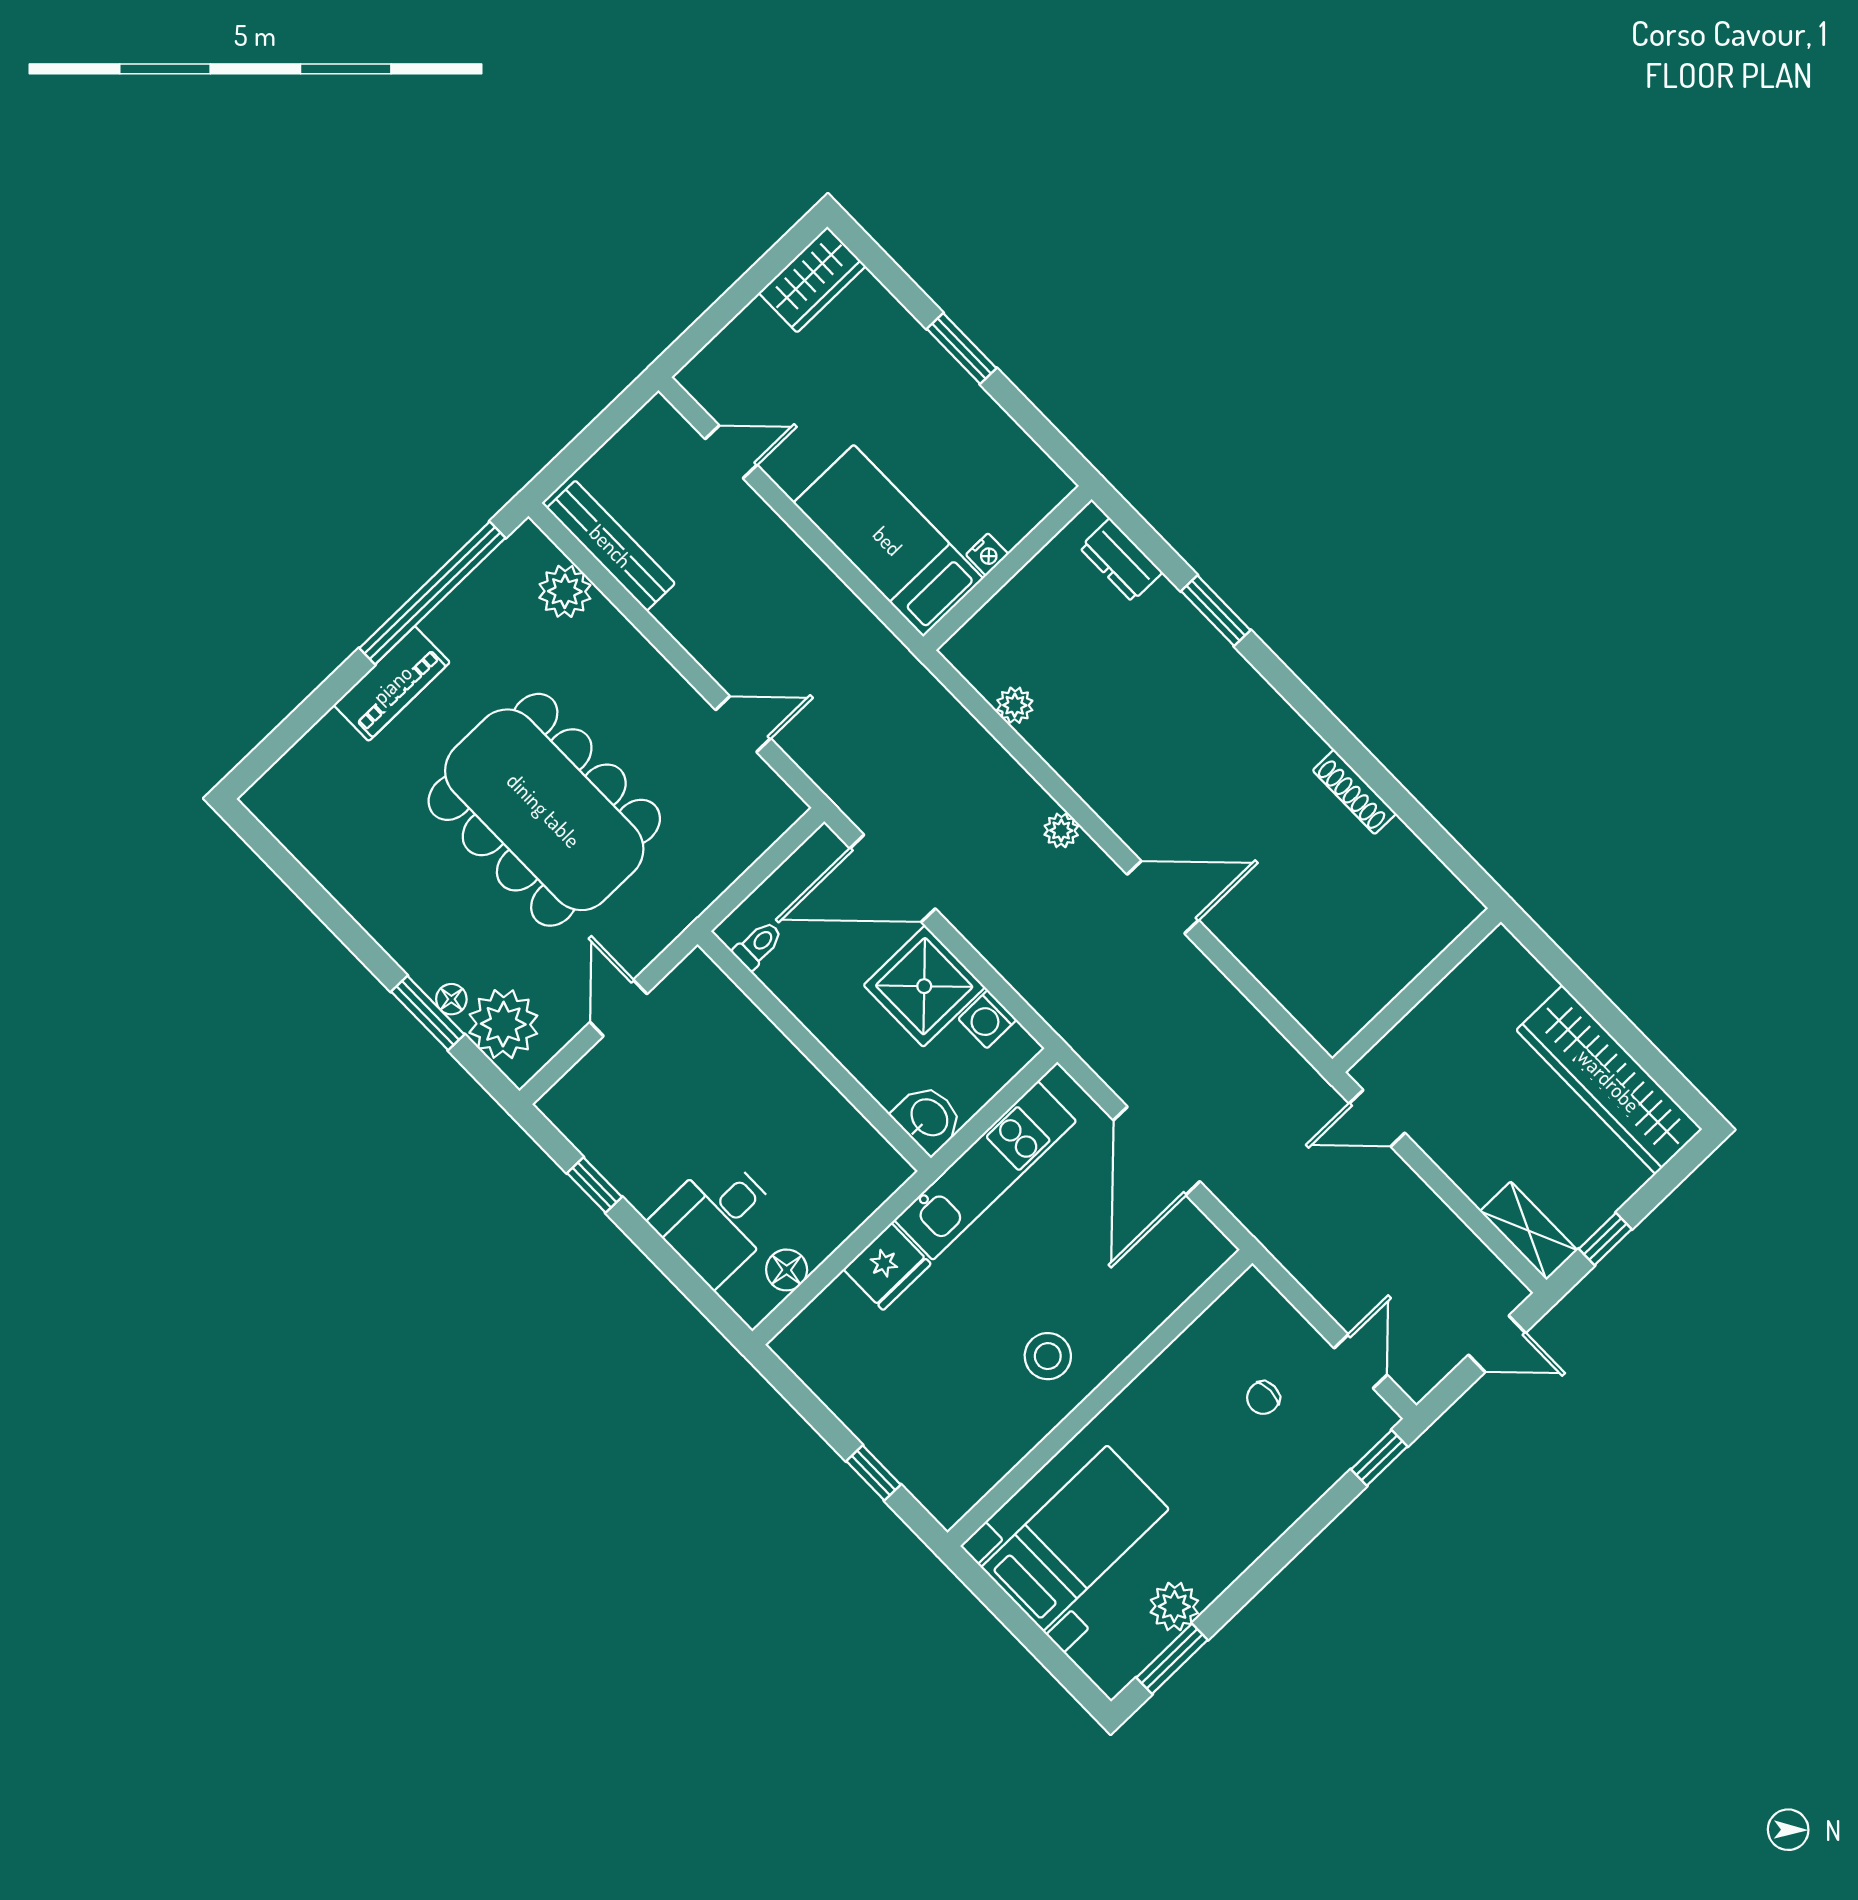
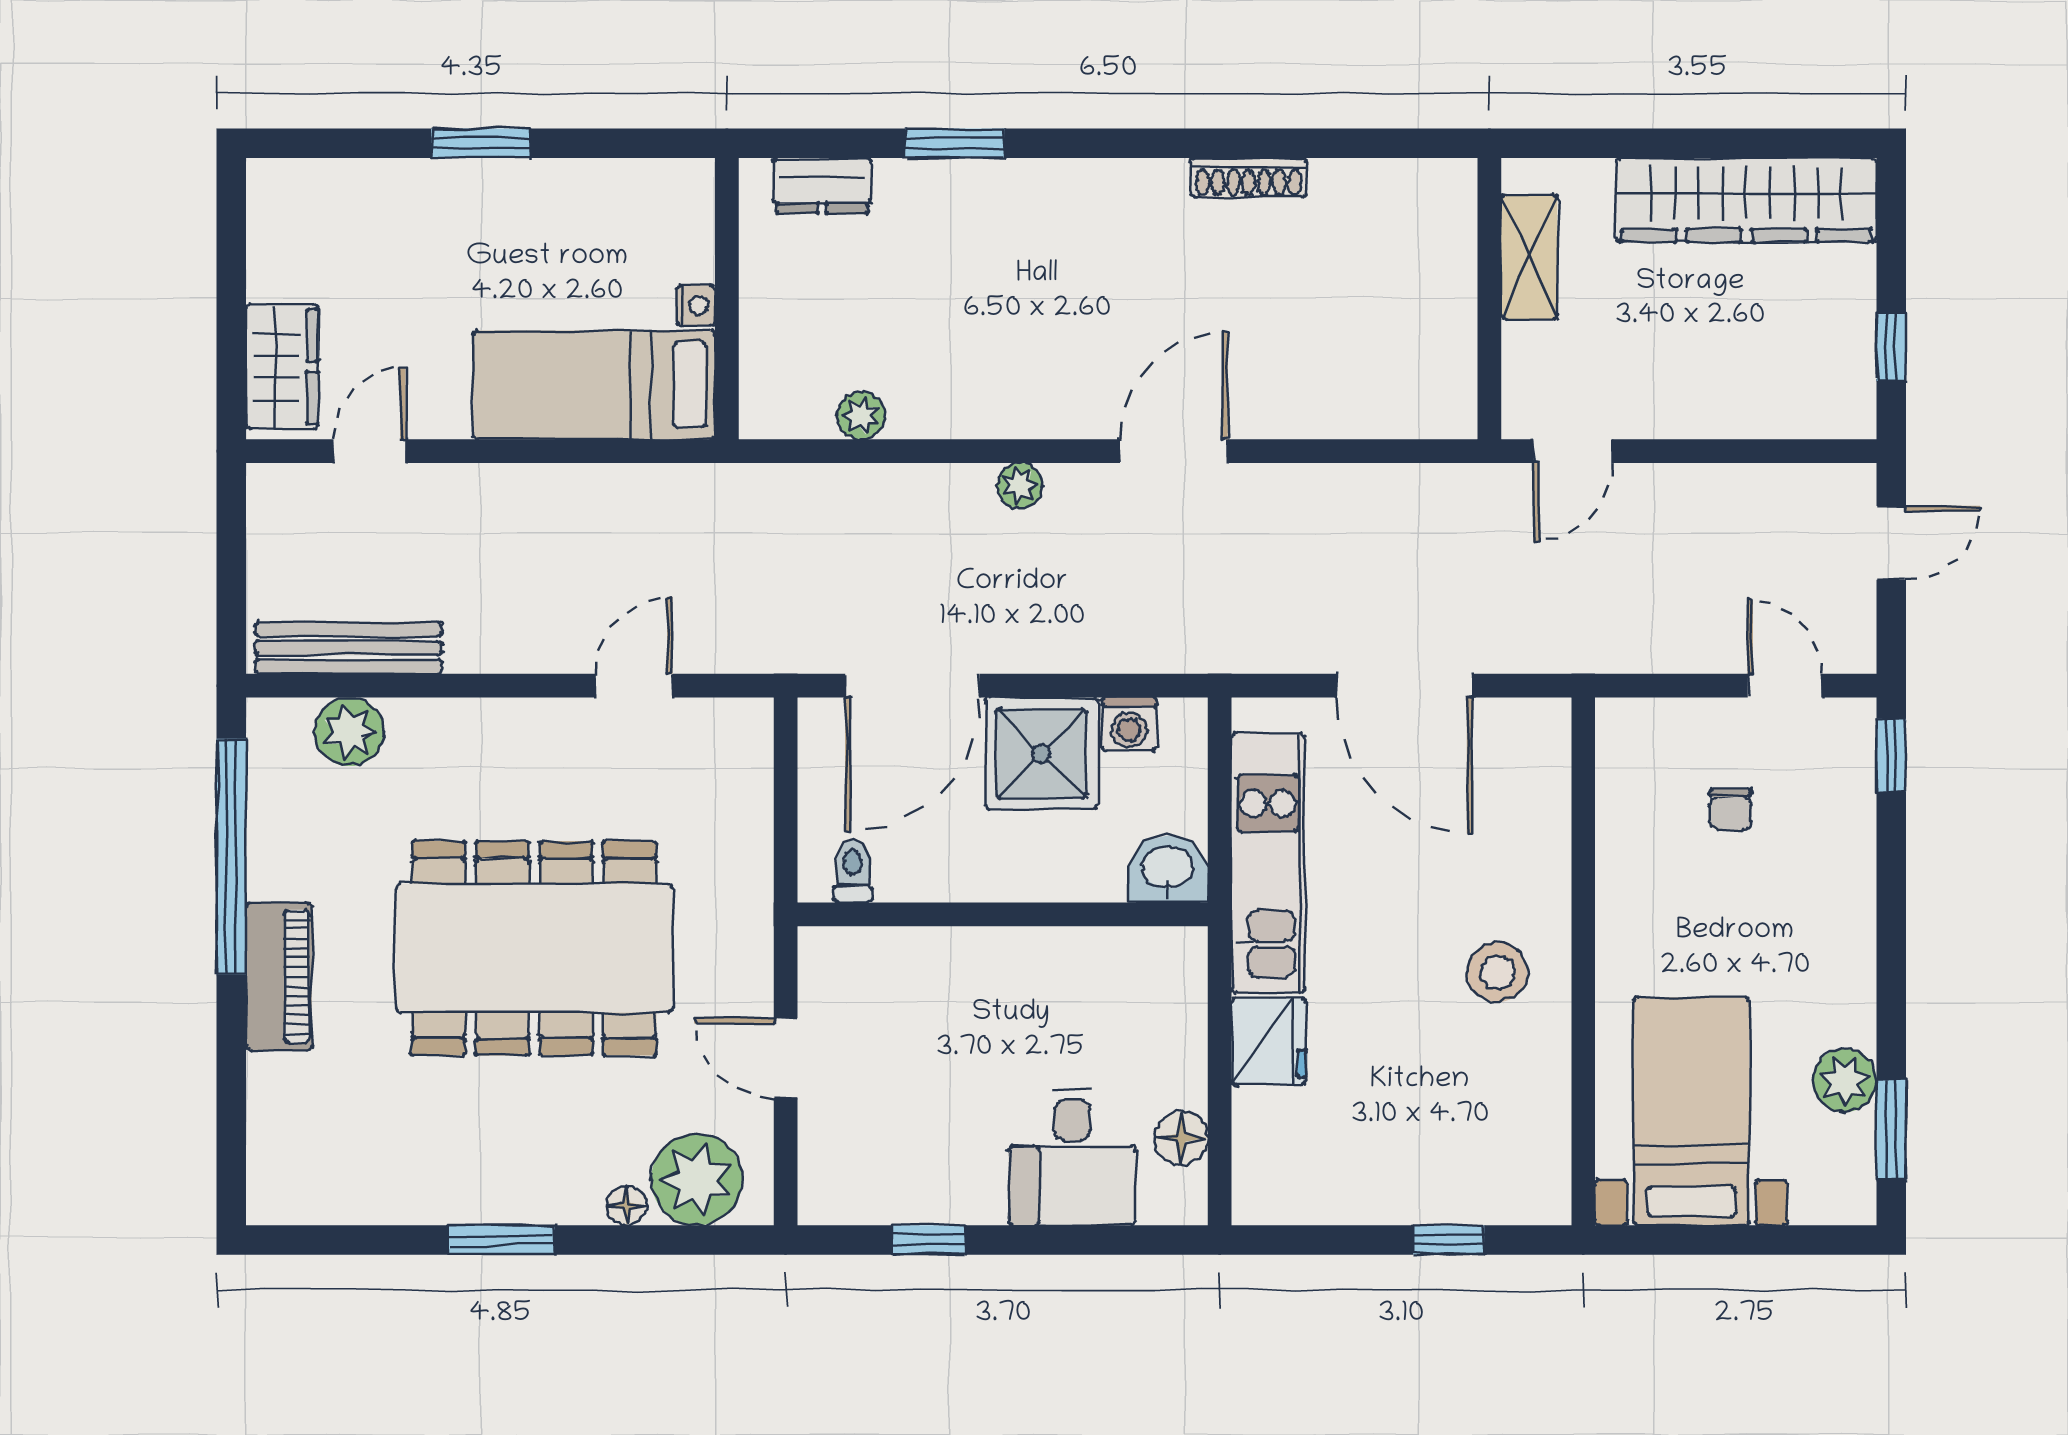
wardrobe: (812, 279) -> (282, 367), moved
window: (428, 1013) -> (502, 1240), moved
shelving: (1529, 1231) -> (1529, 257), moved, turned 90

